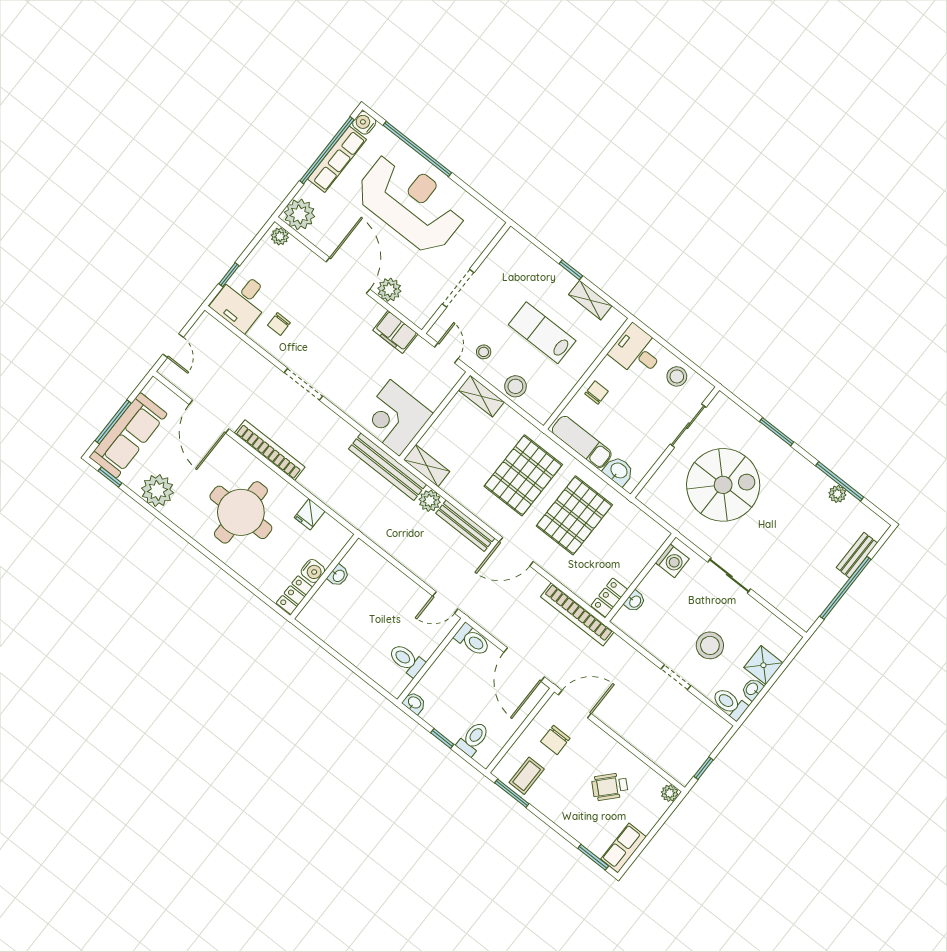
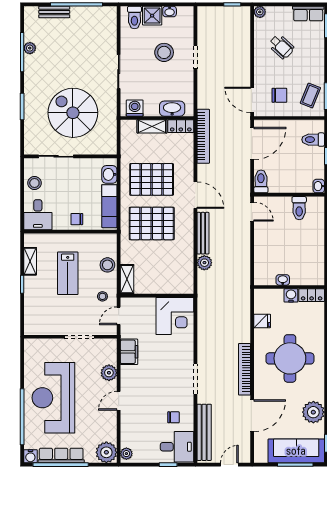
door: (348, 276) -> (119, 401), width x0.53
shelving: (427, 466) -> (152, 126), moved, turned 90
bench: (387, 467) -> (204, 432), moved
washbasin: (635, 601) -> (172, 109), width x1.91, depth x1.45
toilet: (730, 703) -> (134, 18), moved
coffee table: (527, 776) -> (310, 96), turned -68

